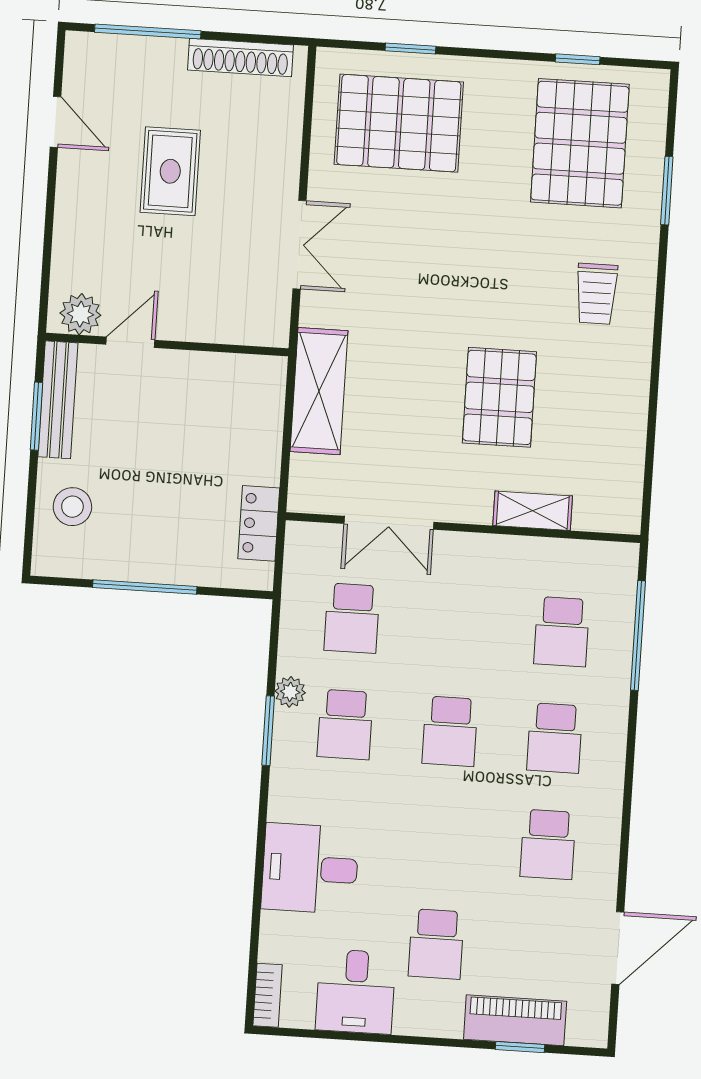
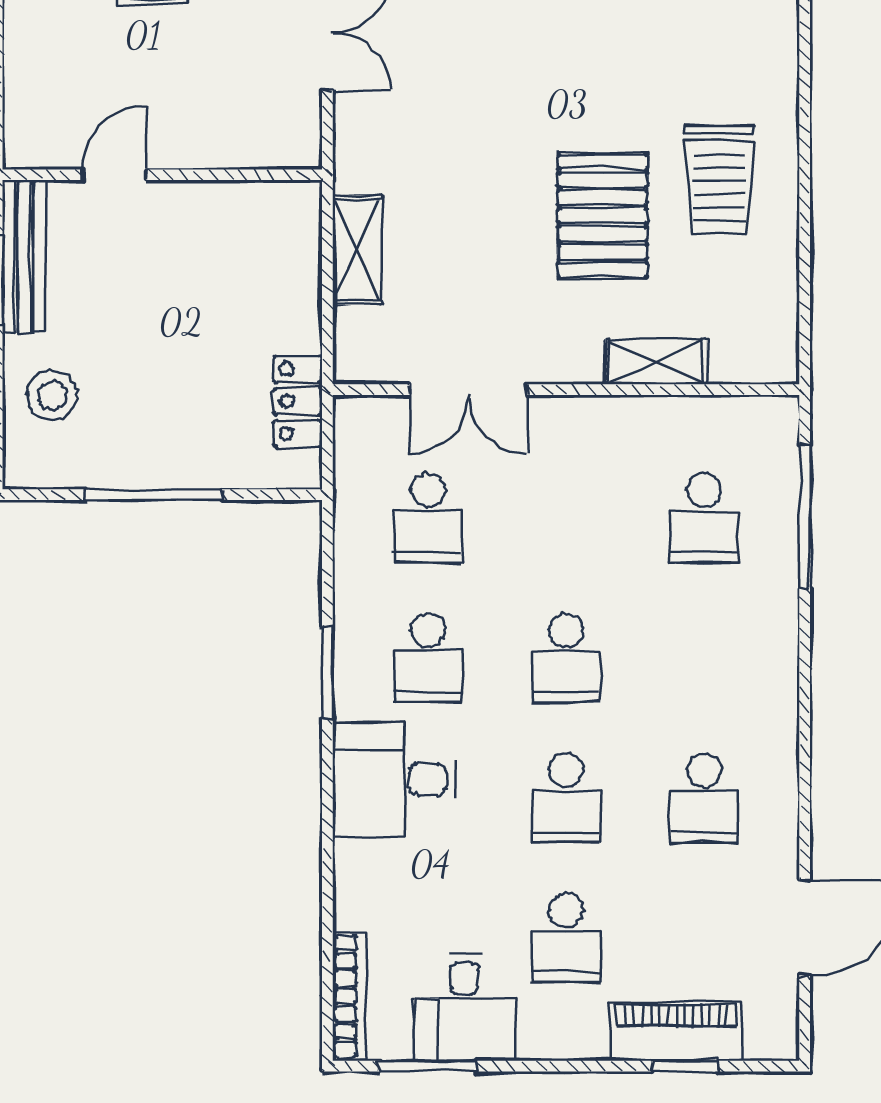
trolley: (596, 294) -> (719, 180), moved, width x1.36, depth x1.39
plant: (80, 314) -> (46, 142), removed
shelving: (319, 391) -> (357, 250), width x0.67, depth x0.75
plant: (290, 692) -> (353, 620), removed
school desk: (555, 738) -> (566, 798), moved
desk: (310, 869) -> (394, 780), moved
bookcase: (268, 995) -> (349, 996), width x1.56
window: (324, 1034) -> (427, 1066), added

